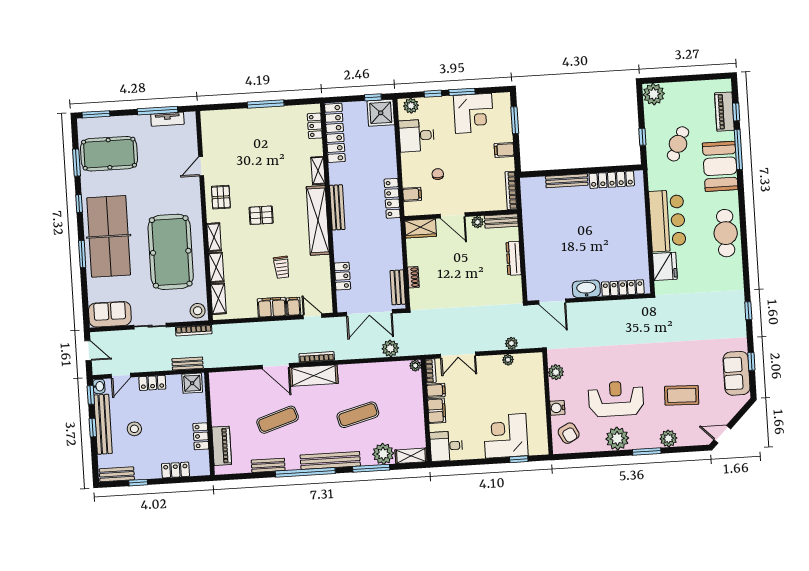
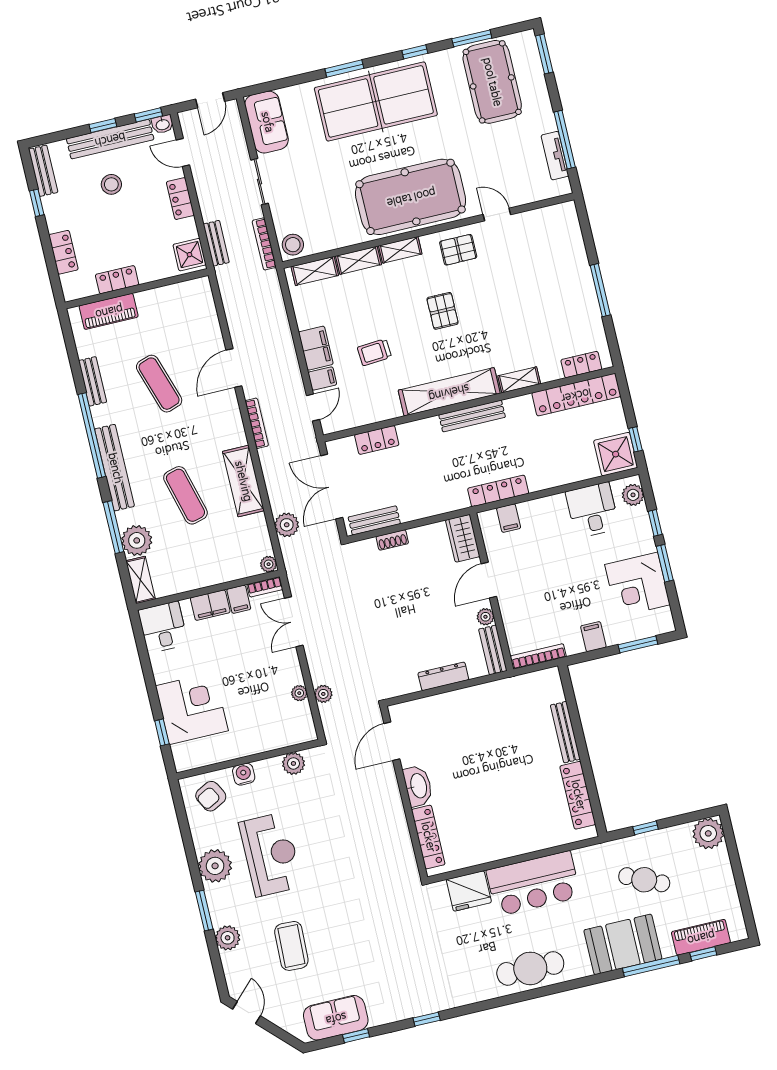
chair: (438, 174) -> (543, 549), removed
pool table: (171, 252) -> (411, 197), moved
shelving: (314, 376) -> (243, 481), moved

